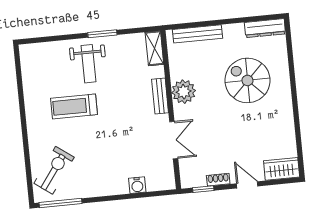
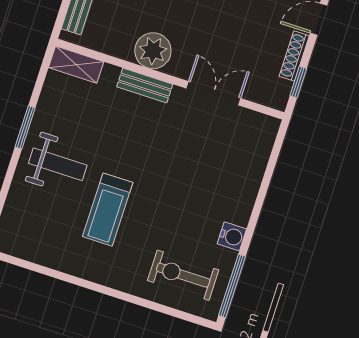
exercise bike: (54, 170) -> (183, 275), turned -36
shoe rack: (218, 180) -> (294, 56), width x1.43
water cooler: (137, 185) -> (232, 236), moved

